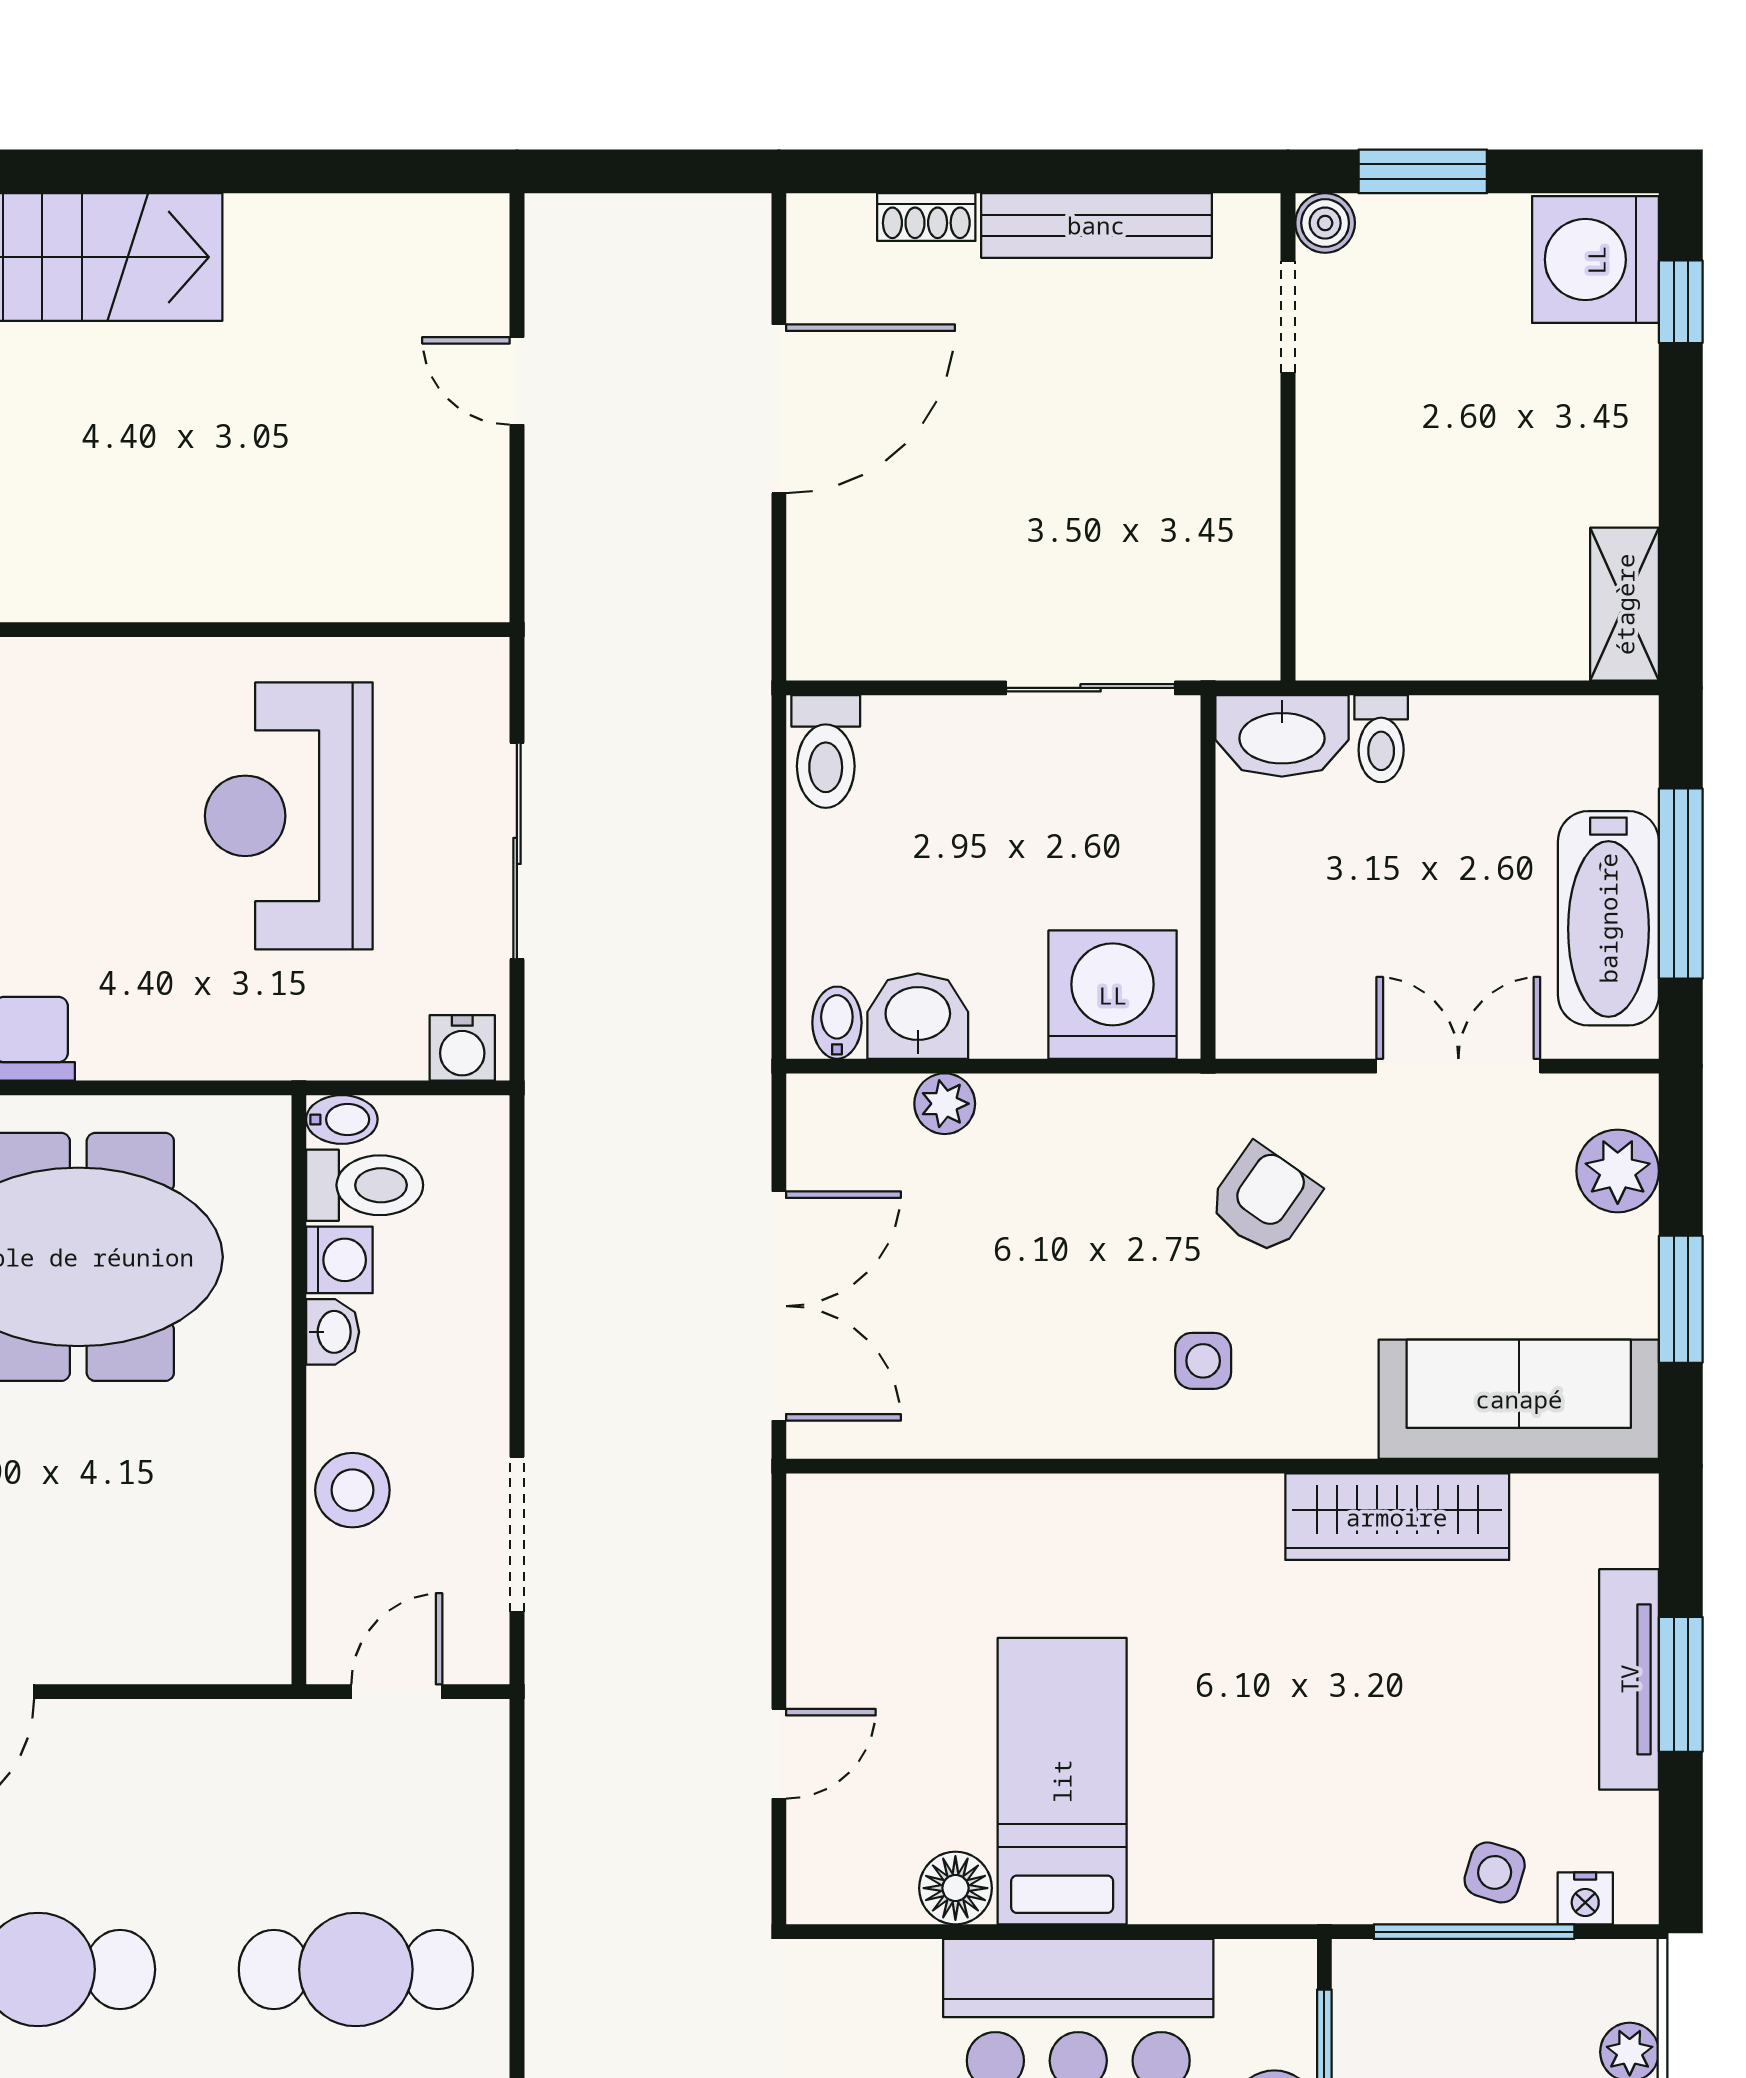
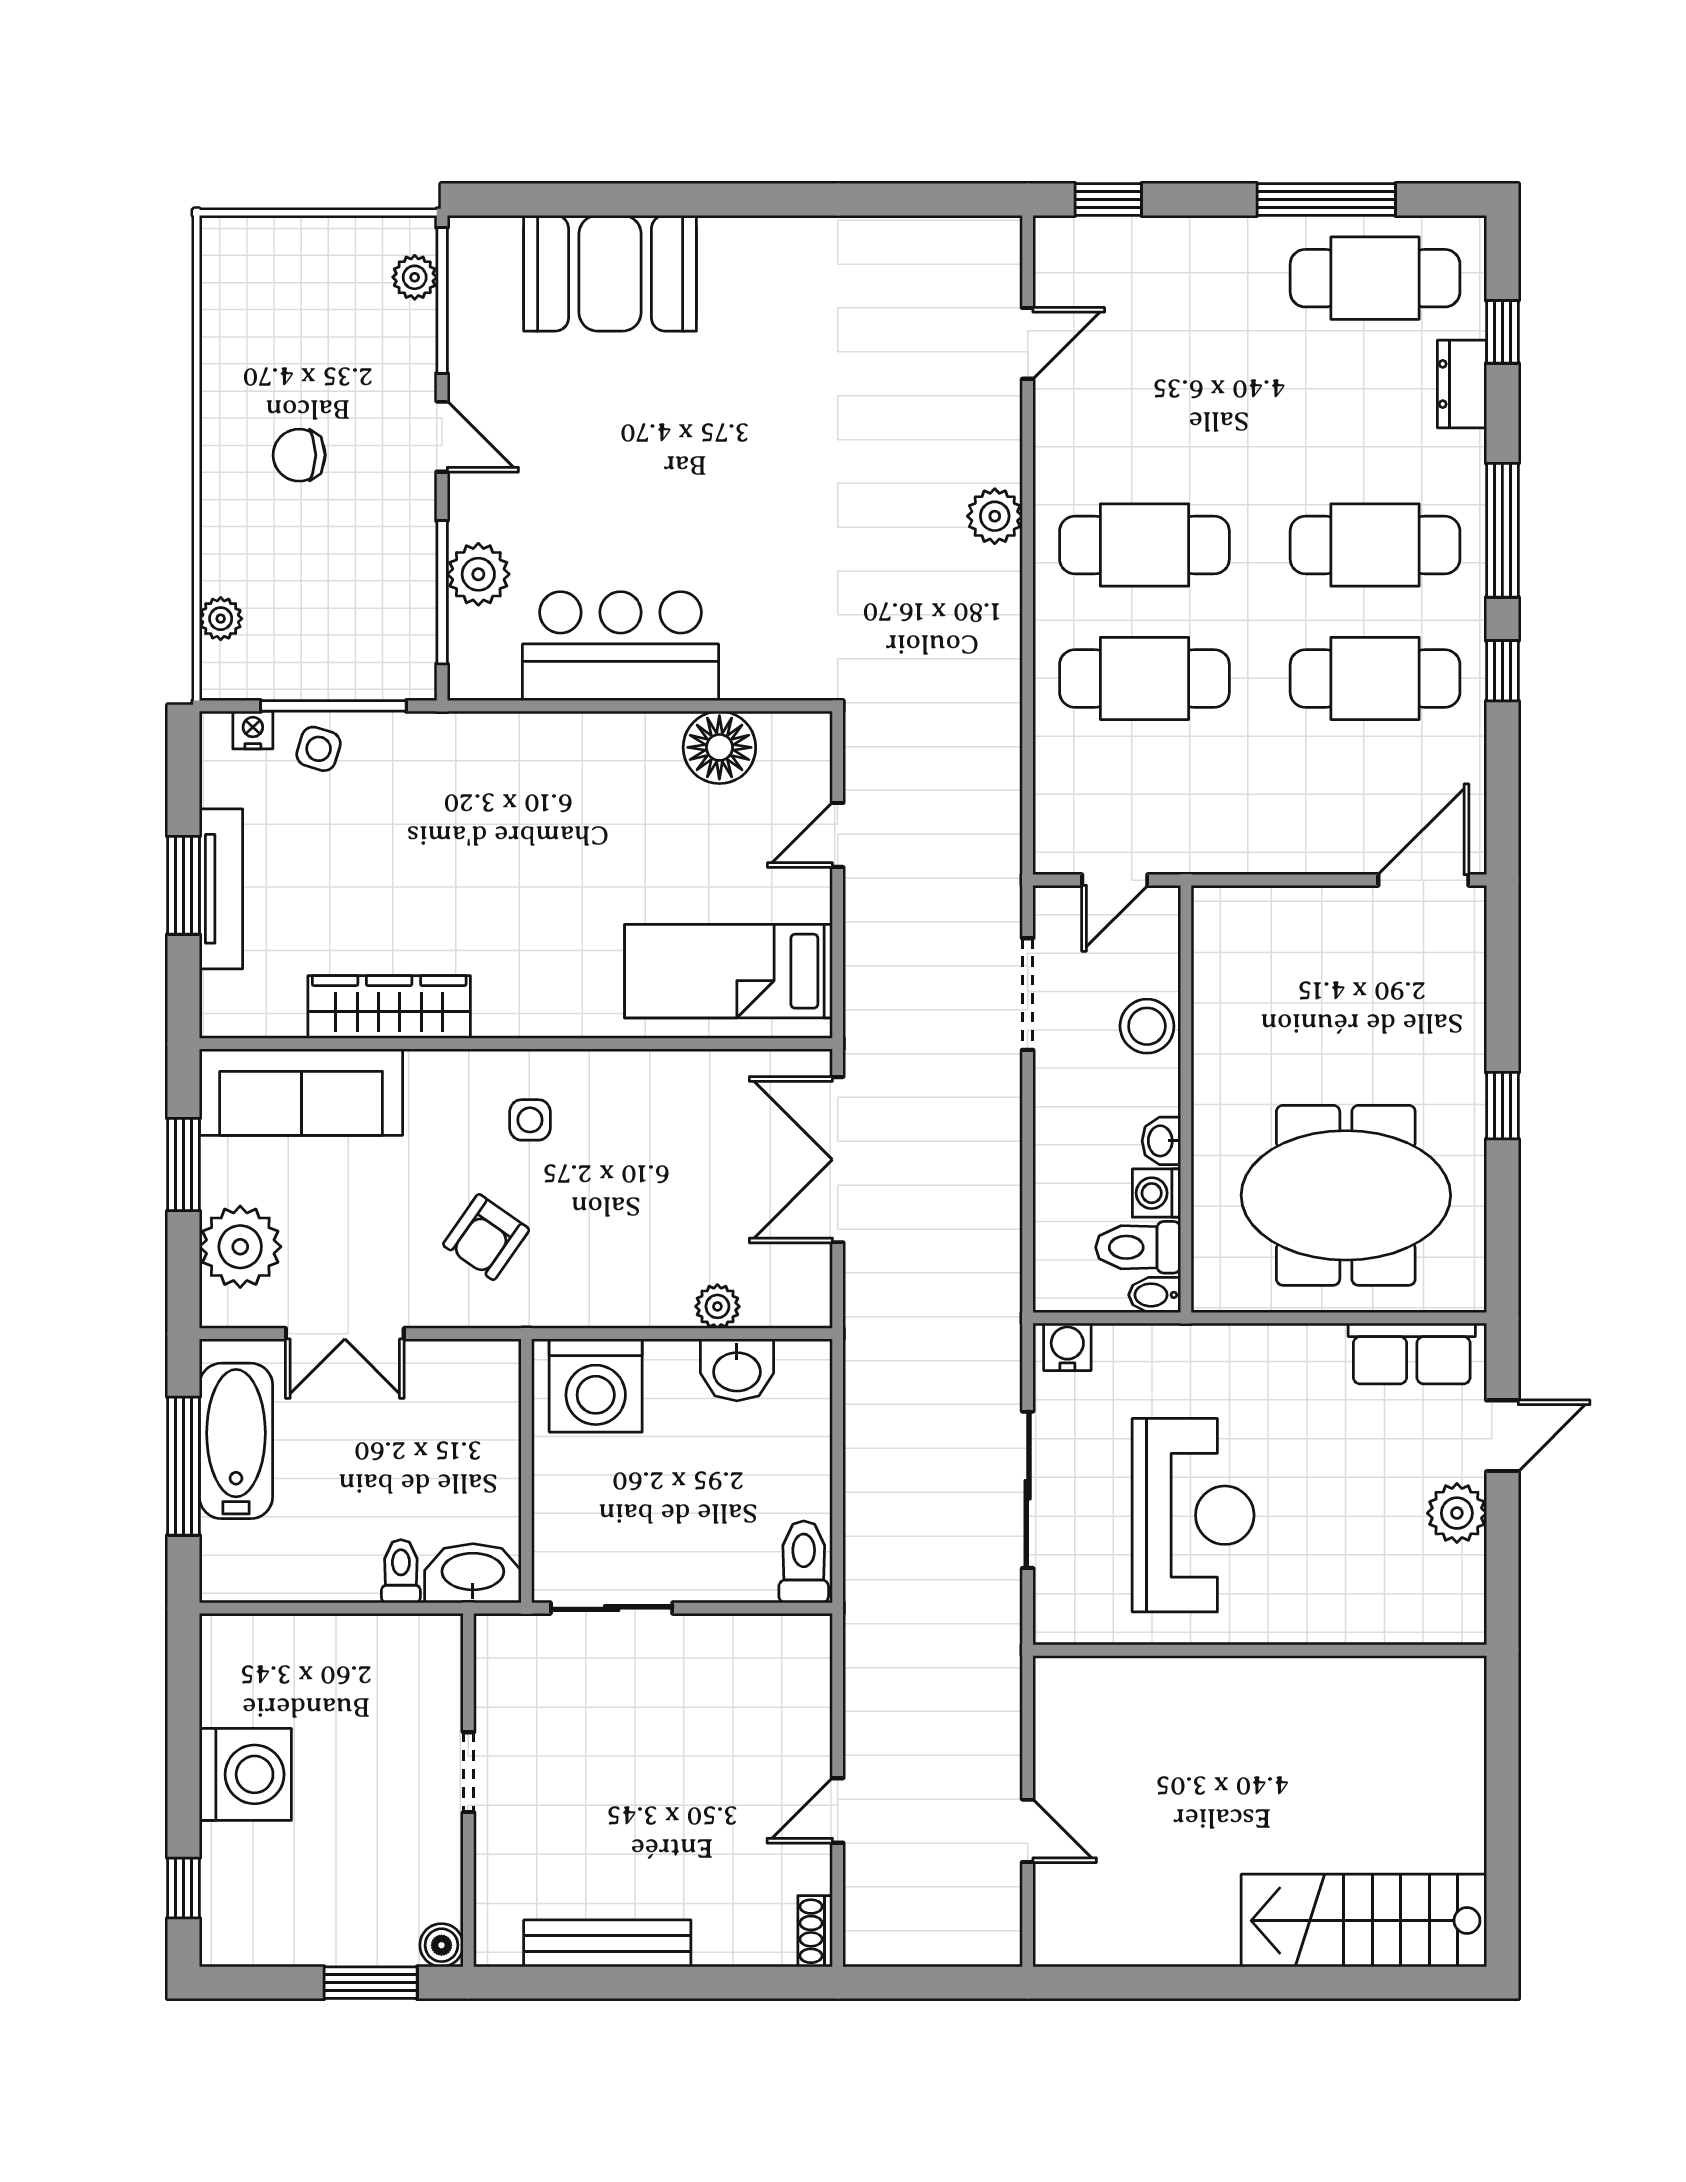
shoe rack: (926, 217) -> (815, 1931), moved, turned -90
washing machine: (1596, 260) -> (245, 1774), moved
doorway: (1288, 317) -> (468, 1772), moved
door: (779, 409) -> (838, 1810), width x0.53
shelving: (1625, 604) -> (224, 1669), removed
bidet: (837, 1023) -> (796, 1365), removed
plant: (1618, 1171) -> (240, 1247), width x1.36, depth x1.36
bed: (1062, 1781) -> (729, 971), moved, turned 90
floor lamp: (955, 1888) -> (719, 747), width x1.38, depth x1.38

